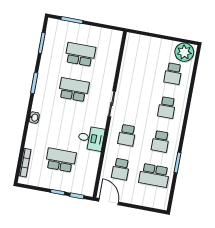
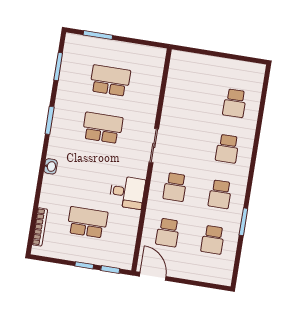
plant: (184, 52) -> (249, 74), removed
school desk: (154, 175) -> (213, 240), width x0.54

